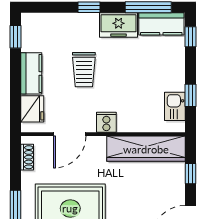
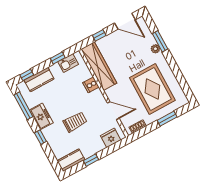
kitchen counter: (161, 24) -> (39, 80), moved, turned 90
window: (15, 37) -> (91, 160), moved
kitchen counter: (31, 73) -> (71, 160), moved
cooker: (106, 122) -> (91, 85), moved

